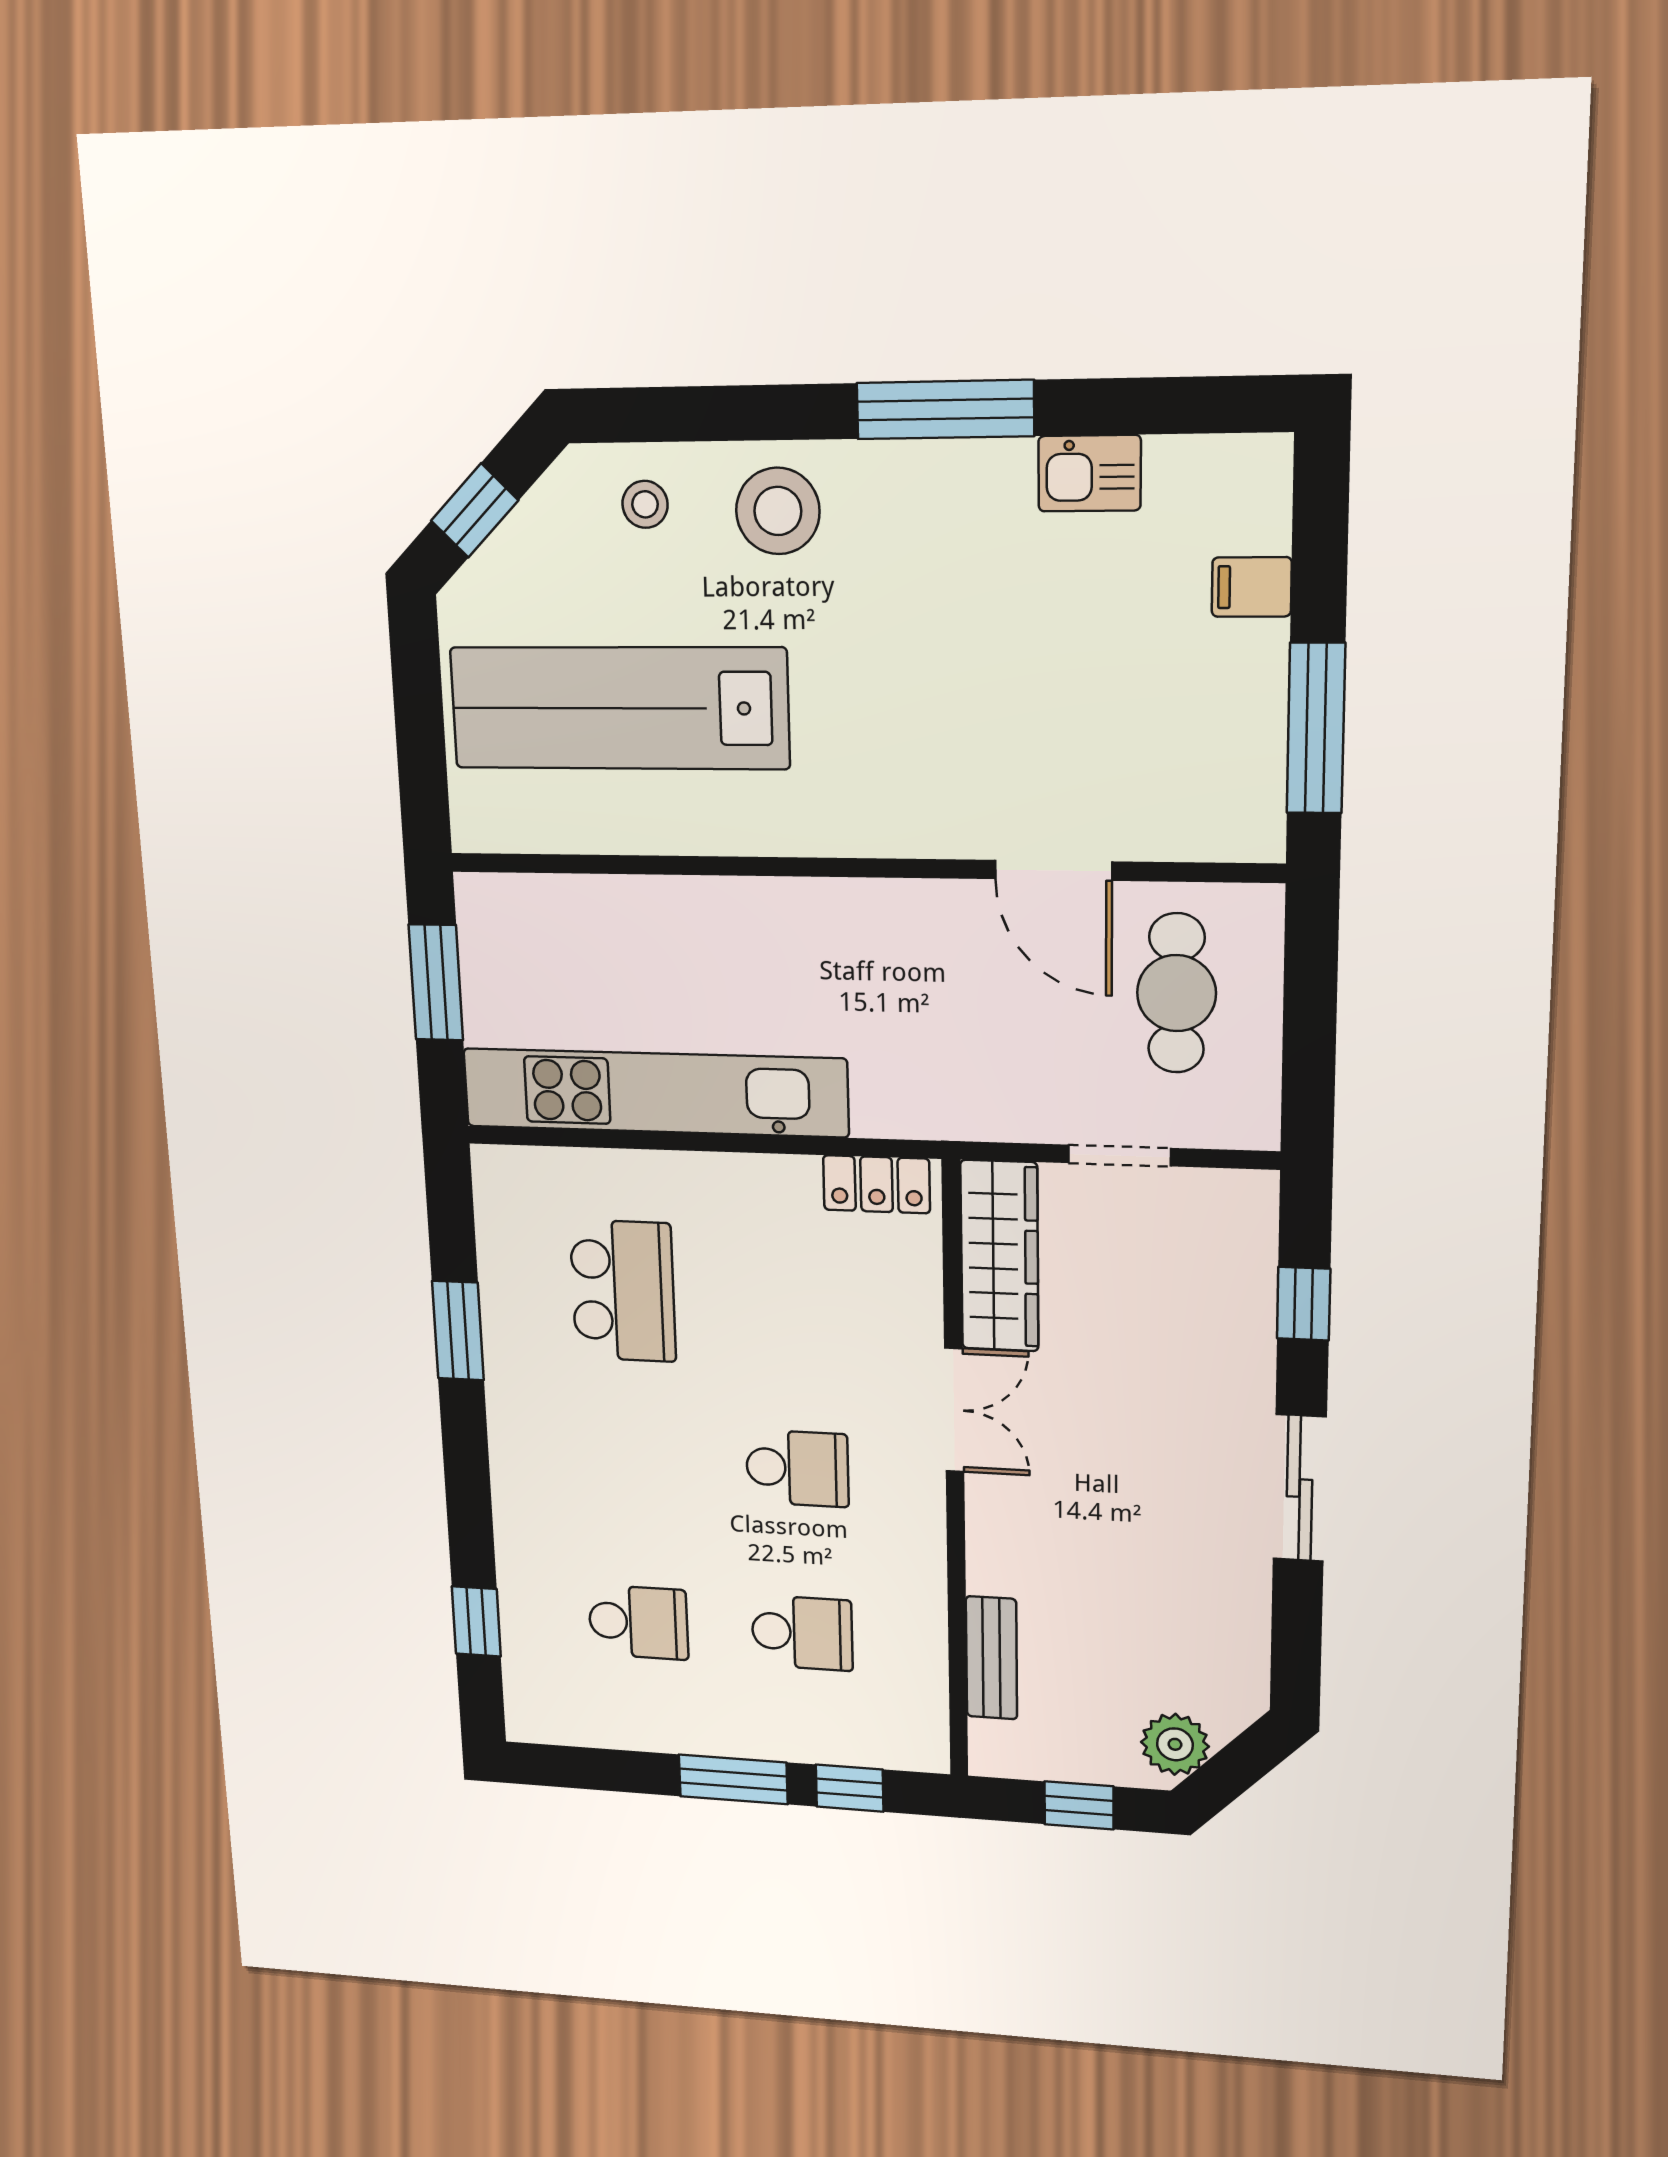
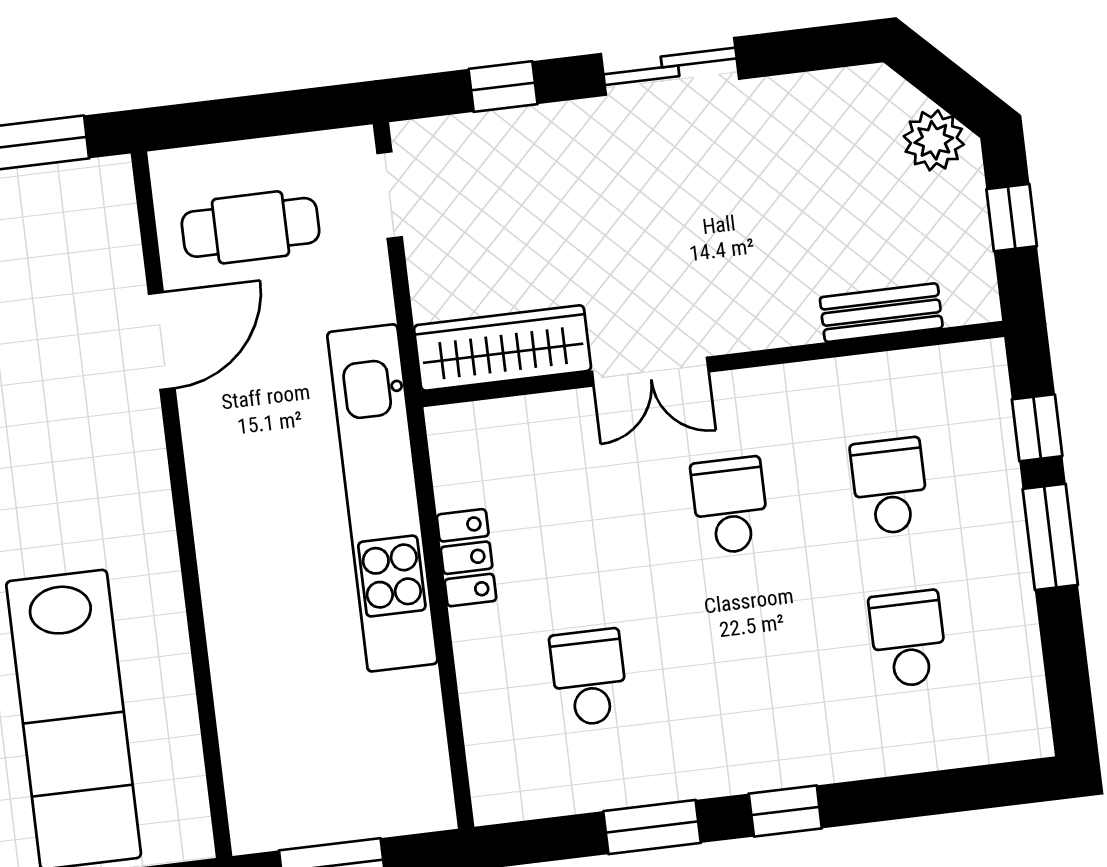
kitchen unit: (655, 1093) -> (382, 498), moved
doorway: (1119, 1156) -> (390, 195), moved
locker: (877, 1184) -> (467, 558), moved
school desk: (623, 1291) -> (589, 677), width x0.54
double door: (954, 1410) -> (650, 372), swing flipped
window: (476, 1621) -> (785, 811), moved

